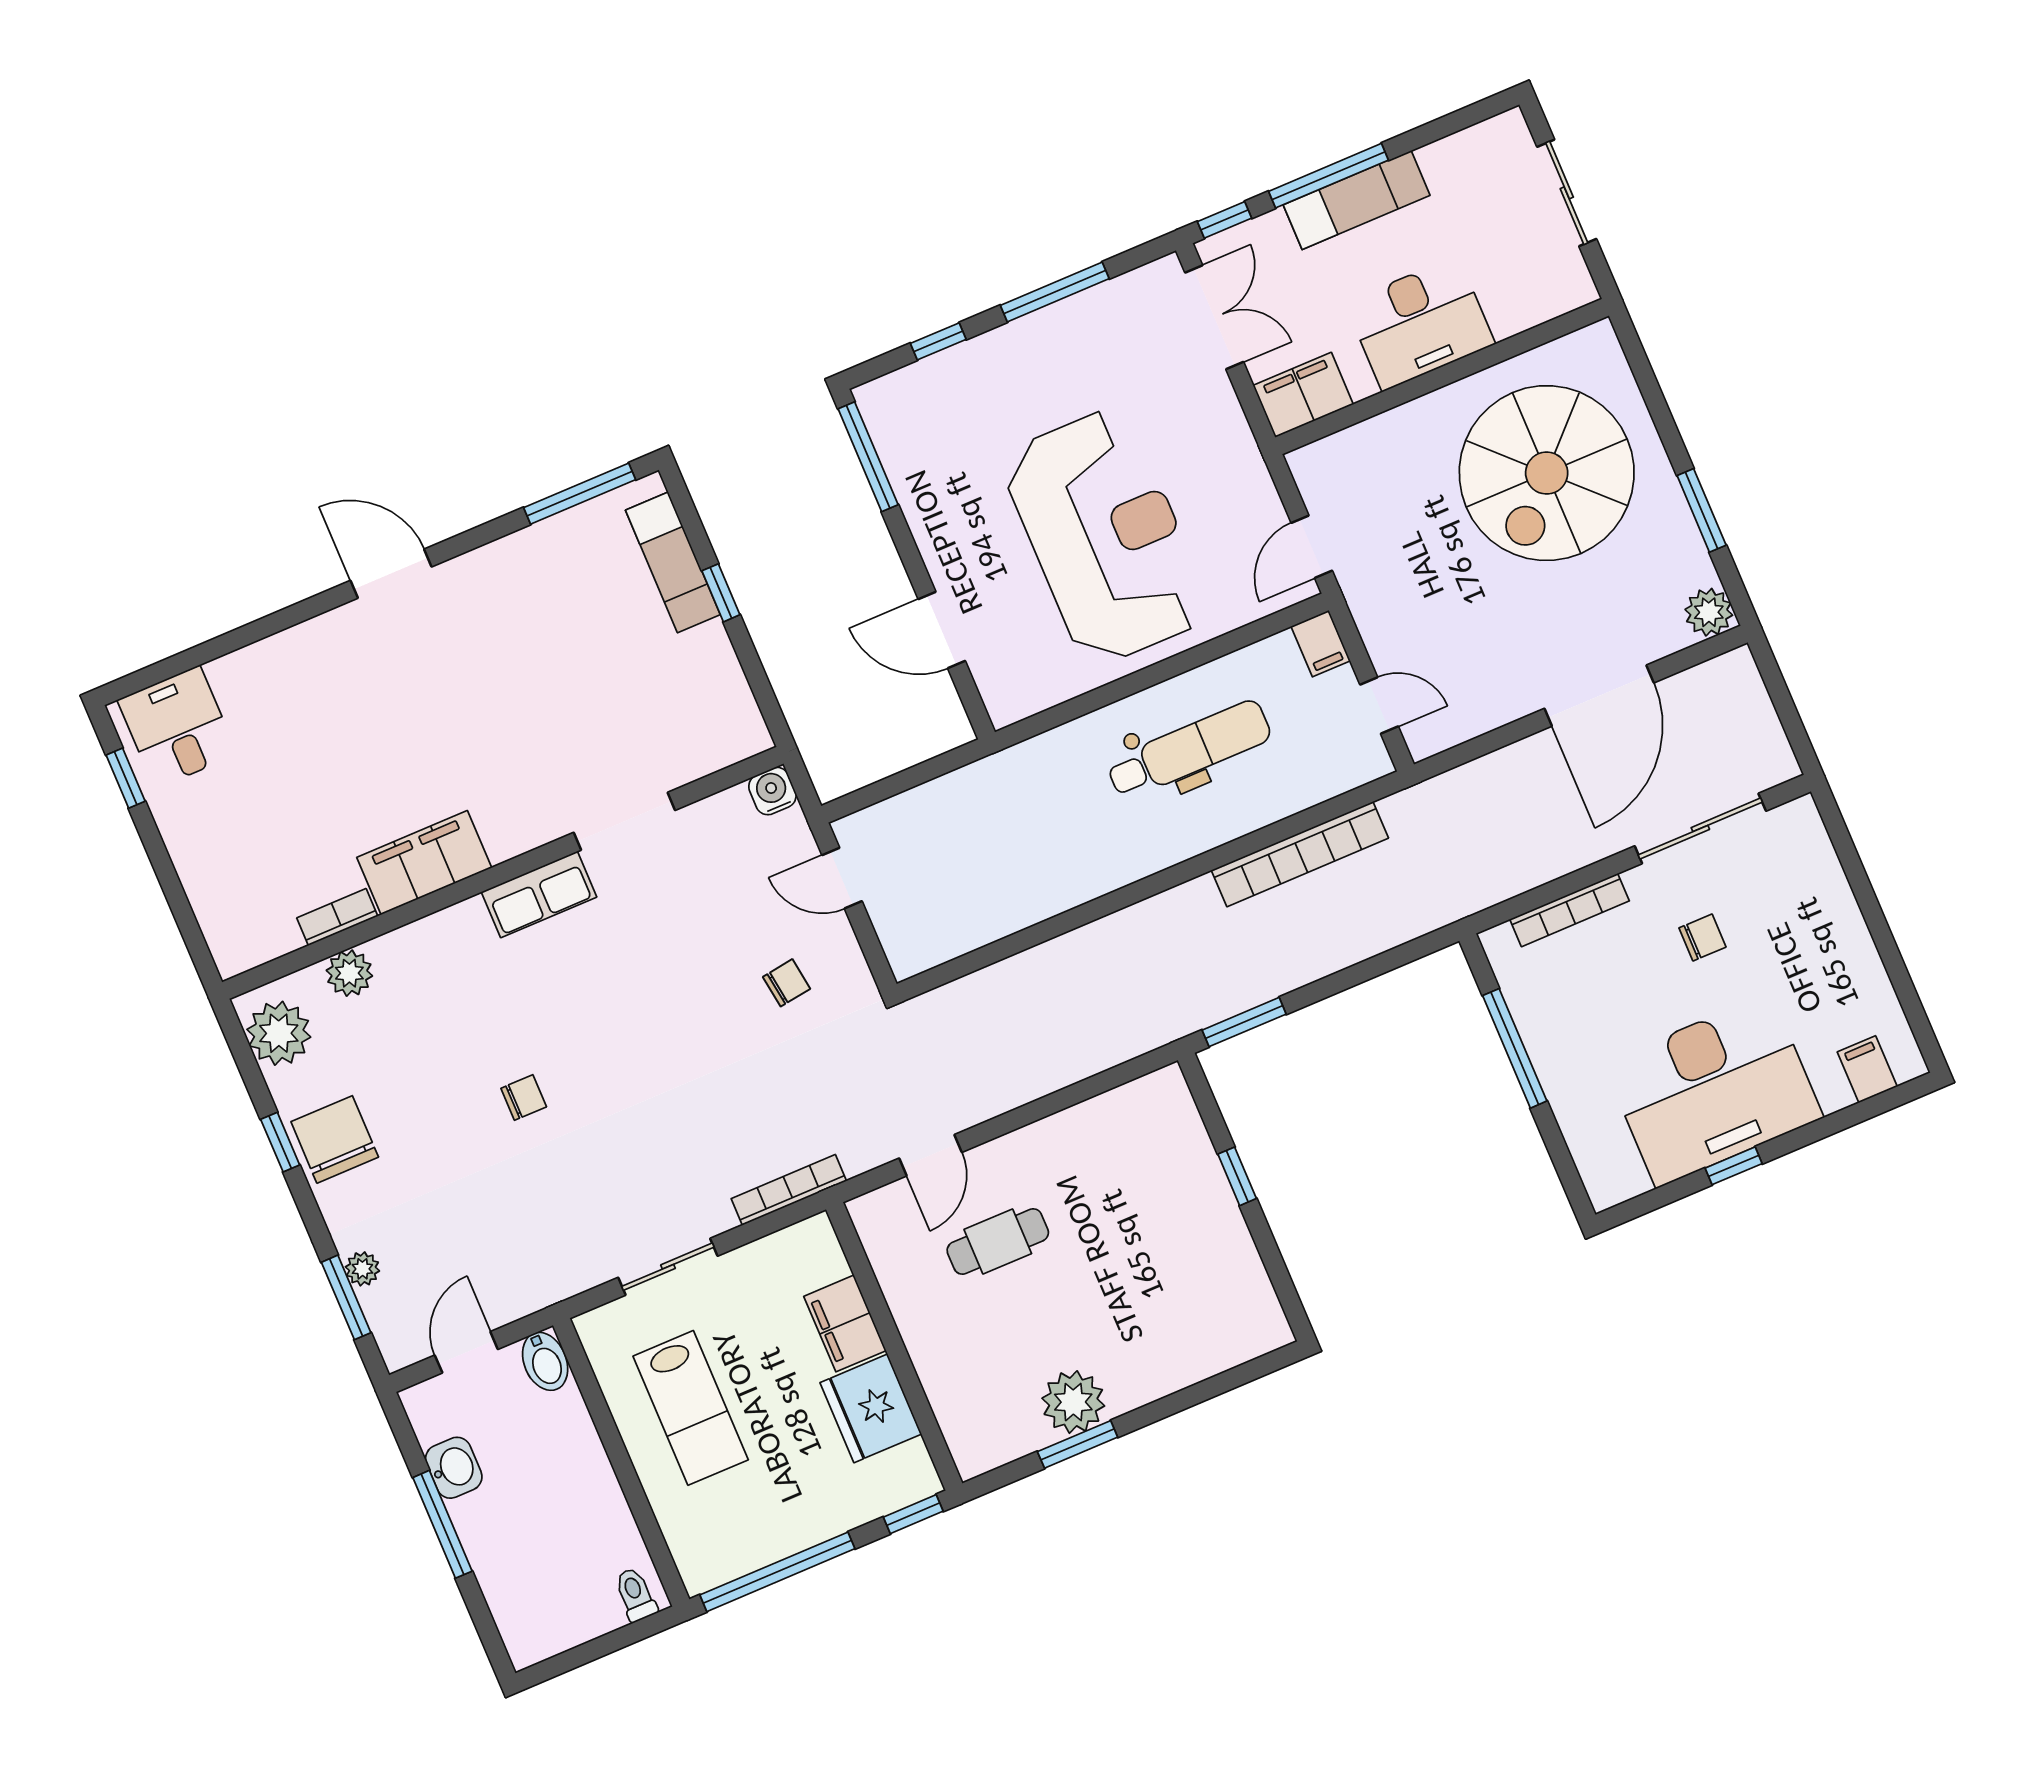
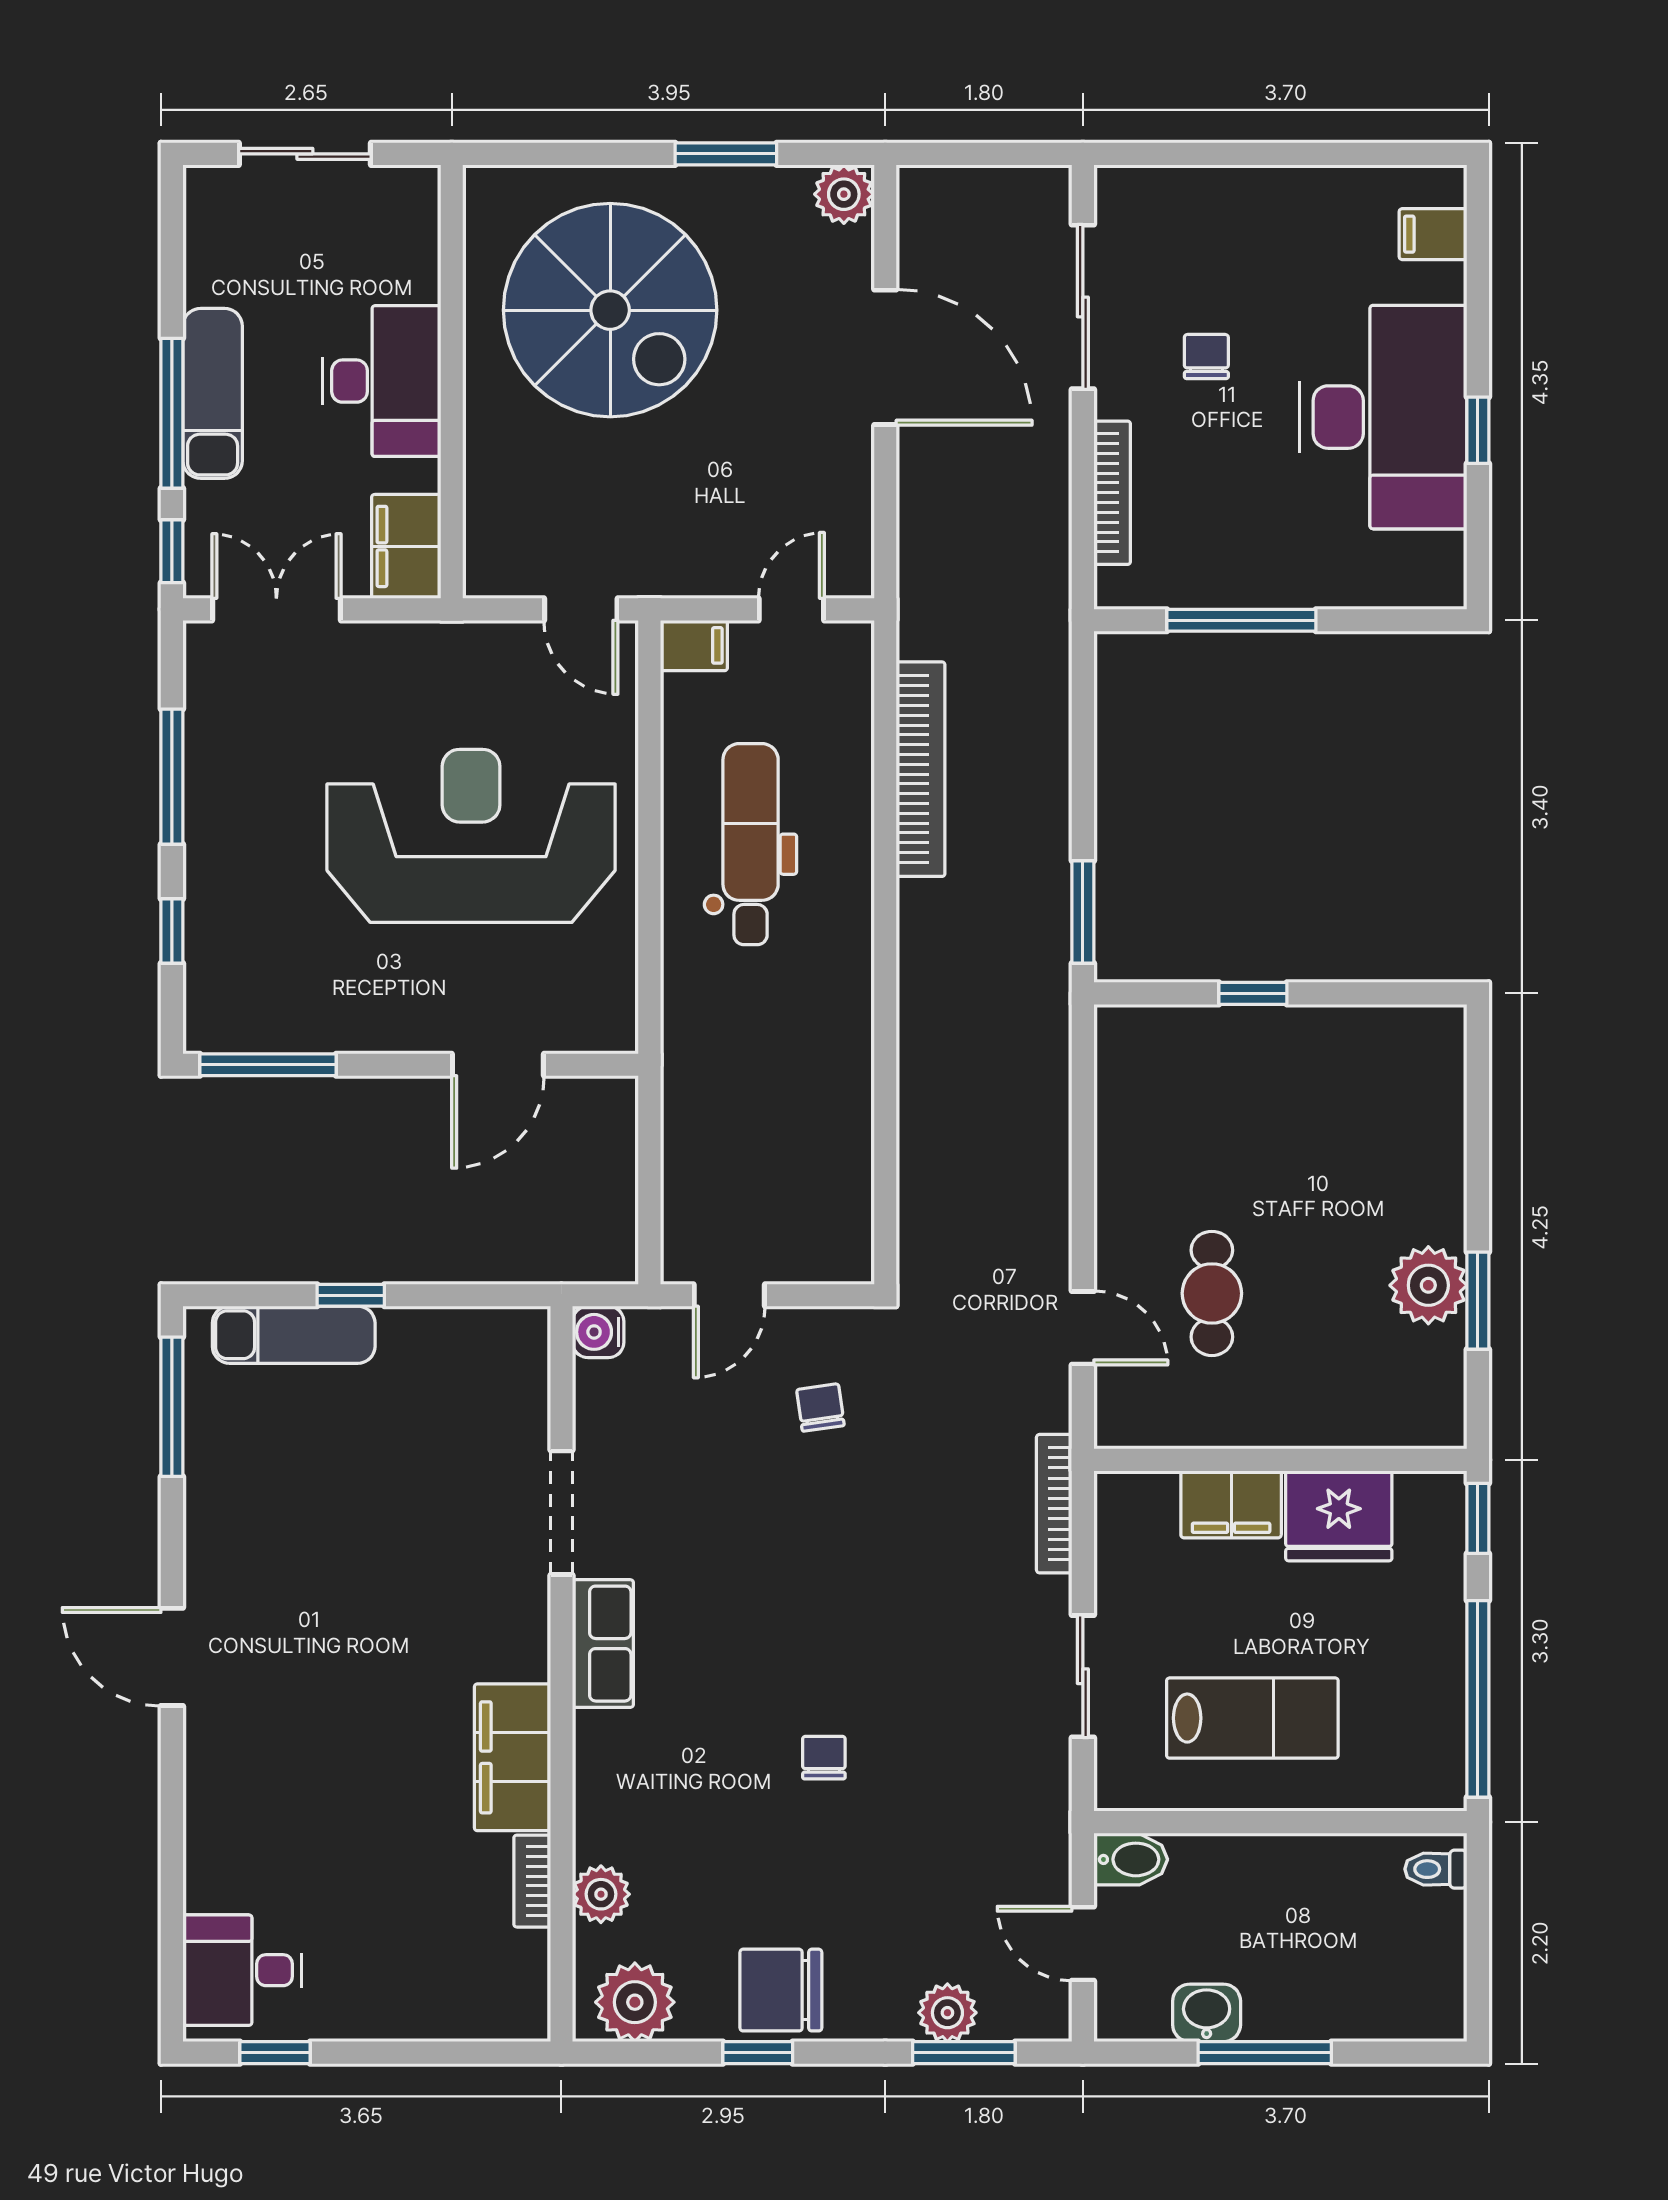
door: (391, 574) -> (172, 1657), hinge flipped
plant: (362, 1269) -> (947, 2013), width x1.38, depth x1.38

